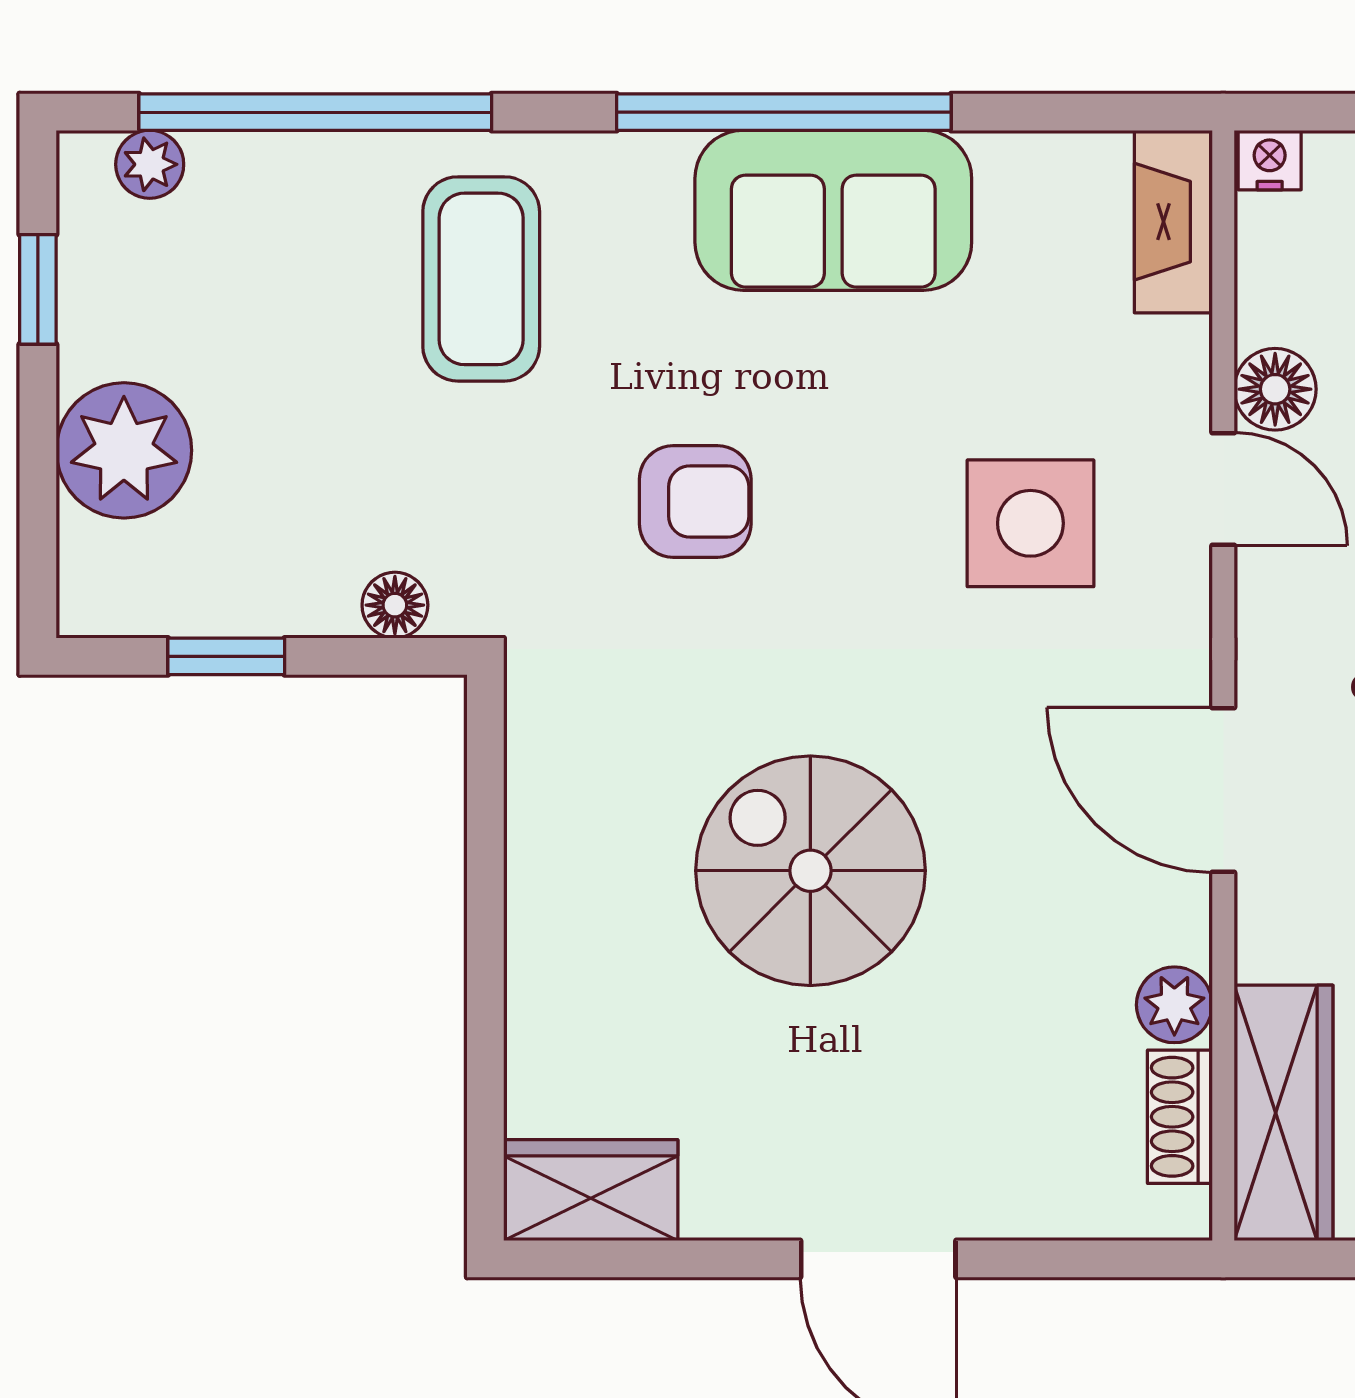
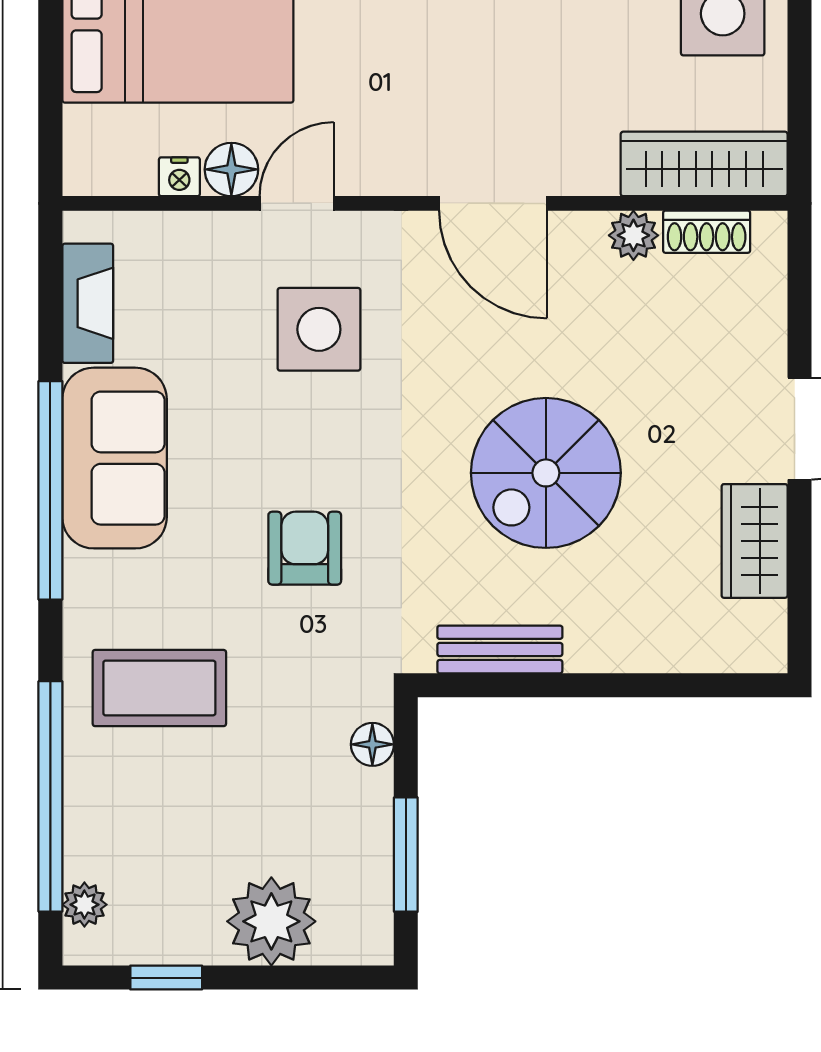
nightstand: (1270, 160) -> (179, 177), moved, turned -90
fireplace: (1173, 222) -> (88, 303), moved, turned -90
window: (226, 656) -> (406, 855), width x1.50
door: (1223, 790) -> (493, 203), hinge flipped
bench: (540, 800) -> (500, 649), added
wardrobe: (591, 1190) -> (755, 541), moved

